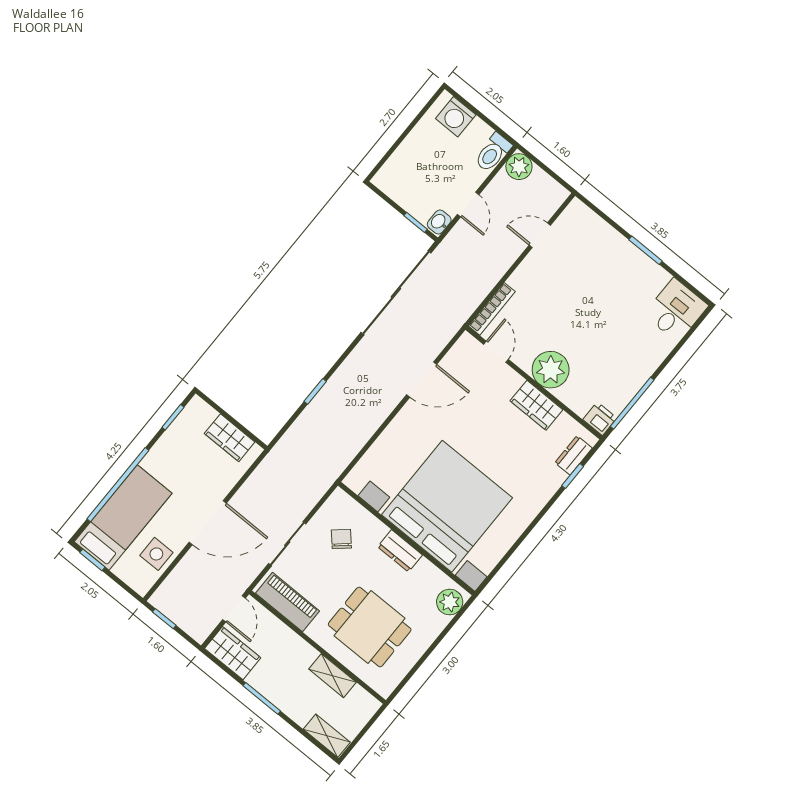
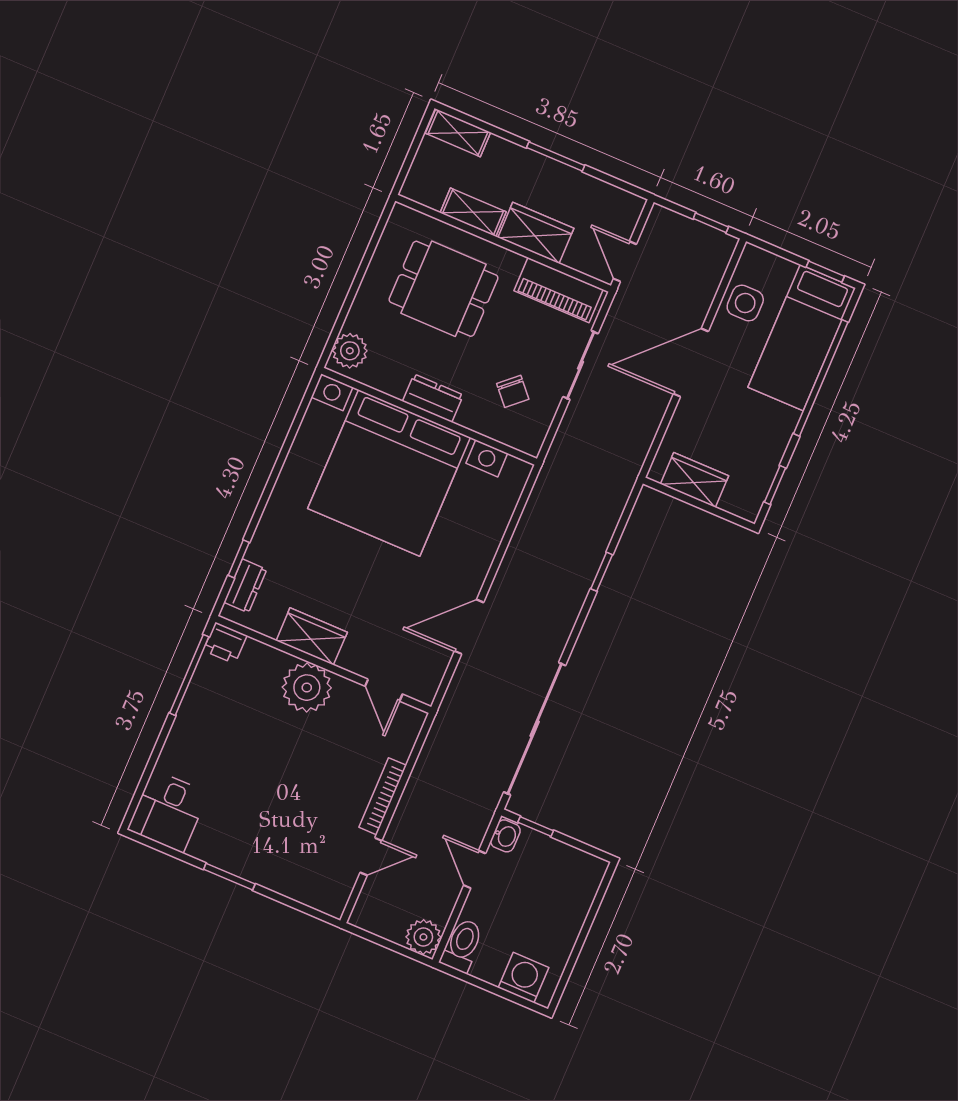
bookcase: (492, 309) -> (383, 796), moved
wardrobe: (233, 653) -> (536, 233), moved, turned 180

